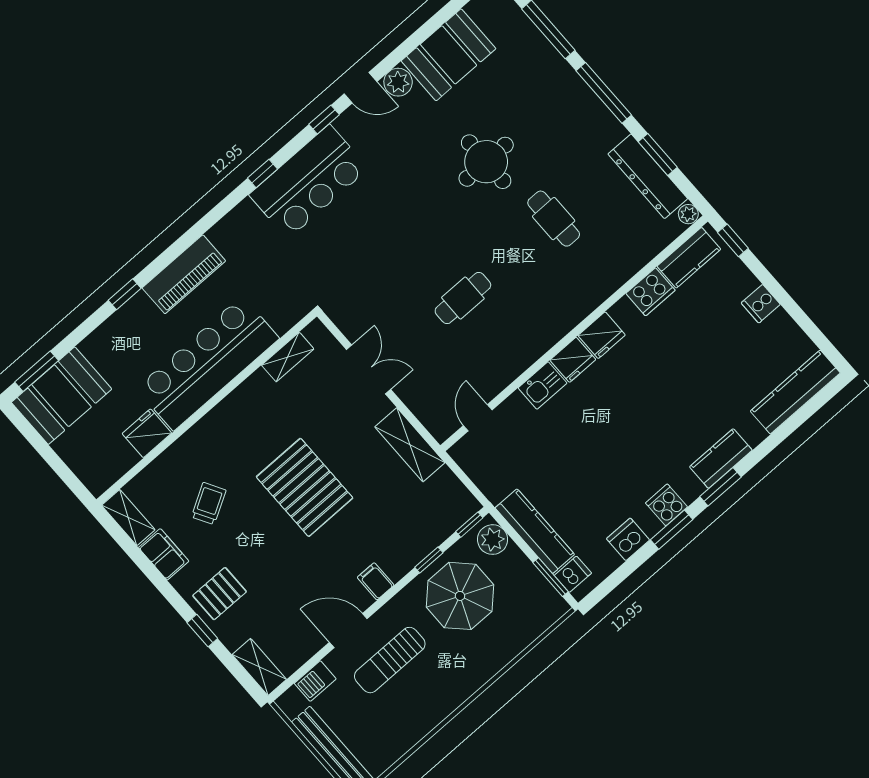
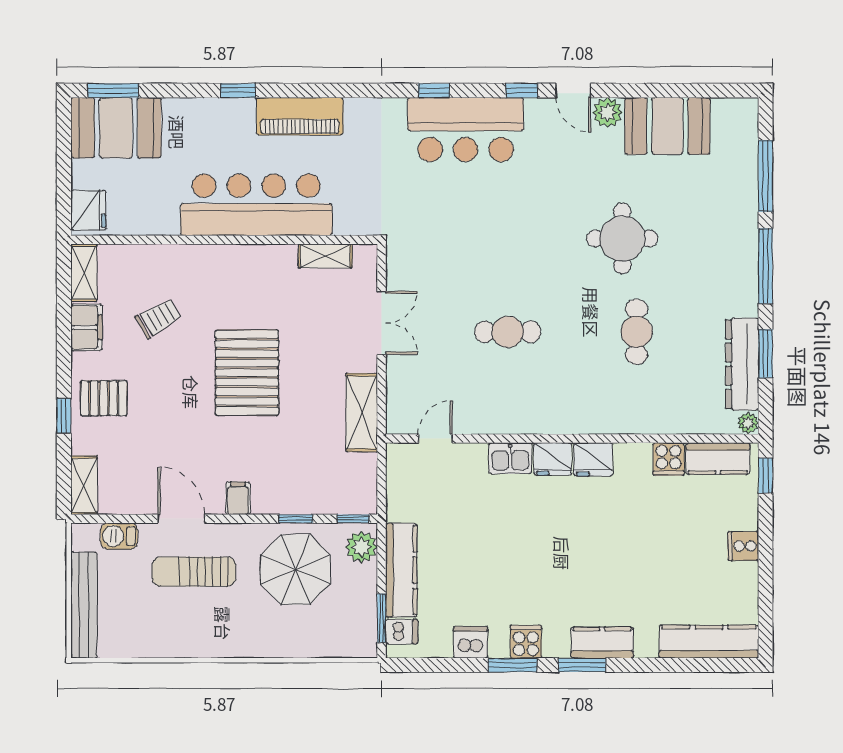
cooker: (651, 292) -> (669, 459), width x0.73
fridge: (147, 433) -> (88, 210), moved, turned 90

